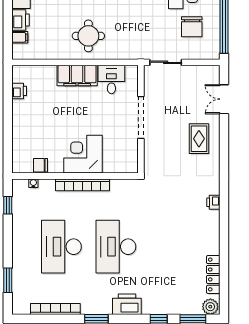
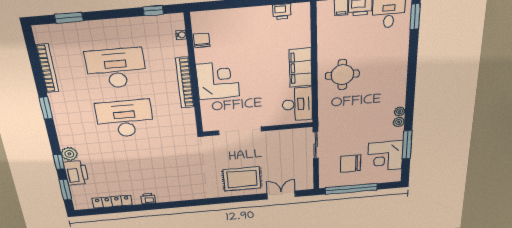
desk: (111, 79) -> (297, 104), width x1.37
doorway: (141, 117) -> (240, 131), moved
rug: (199, 139) -> (242, 179), width x1.36, depth x1.43
printer: (213, 202) -> (148, 199), moved
printer: (127, 304) -> (76, 173), moved
plant: (210, 307) -> (69, 154), moved

